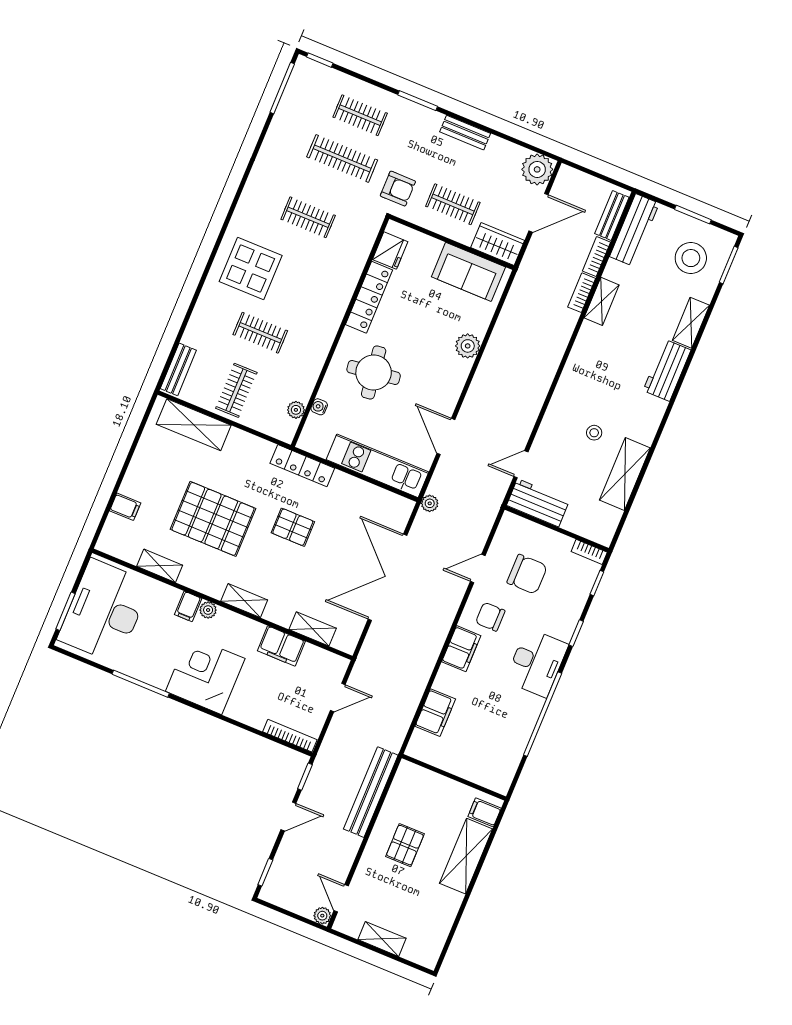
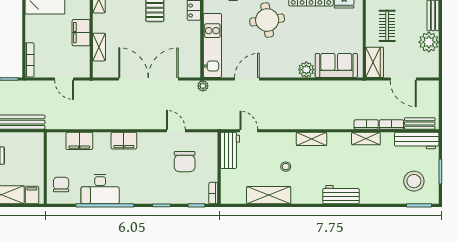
plant: (537, 169) -> (429, 42), moved
sofa: (468, 272) -> (336, 65), moved, turned 90
shelving: (691, 323) -> (312, 139), moved
chair: (490, 617) -> (61, 185), moved
desk: (537, 663) -> (100, 189), moved

